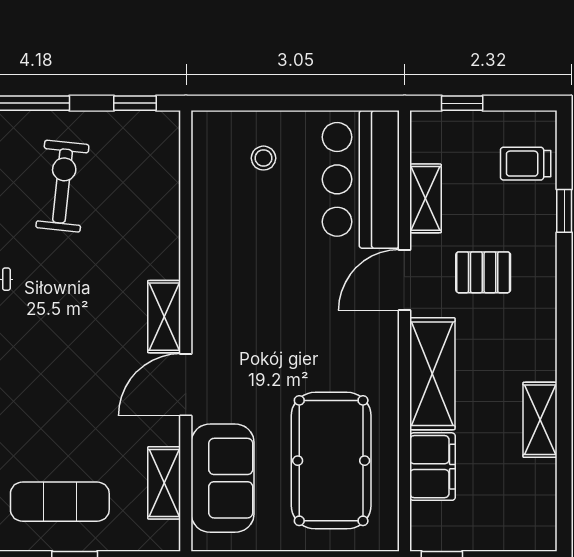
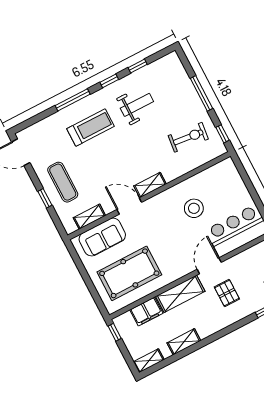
stool: (263, 158) -> (194, 208), moved, width x1.89, depth x1.89
exercise bike: (62, 186) -> (188, 137), moved
shelving: (425, 198) -> (149, 361), moved
door: (405, 280) -> (209, 266), hinge flipped

